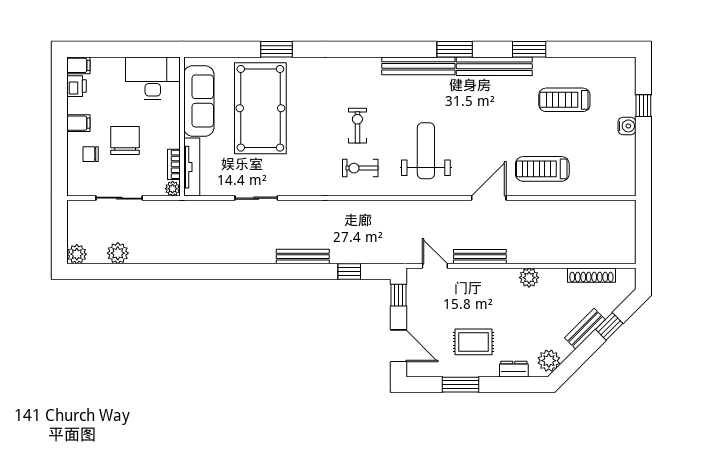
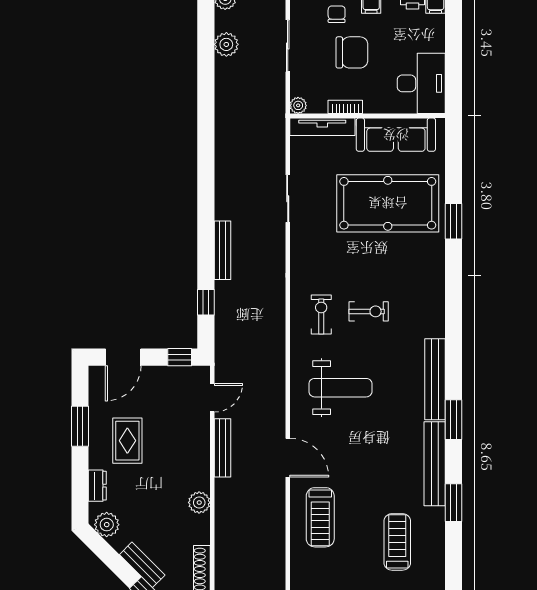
bookcase: (174, 164) -> (345, 107), moved
treadmill: (542, 169) -> (320, 517), turned 180

